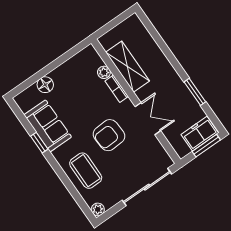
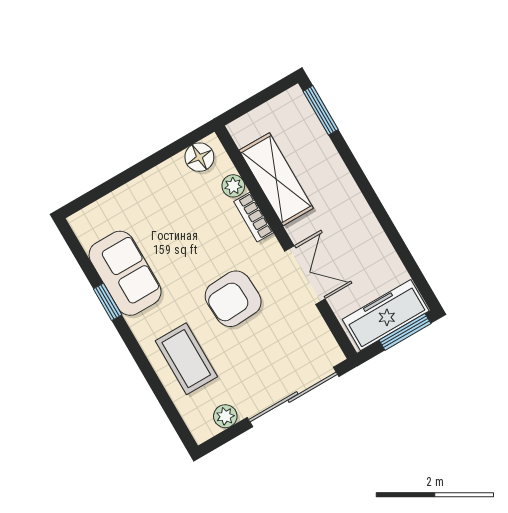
floor lamp: (45, 85) -> (199, 157), moved
window: (195, 92) -> (321, 110), moved
freezer: (200, 134) -> (386, 315), width x1.40
plant: (98, 209) -> (225, 416), moved

